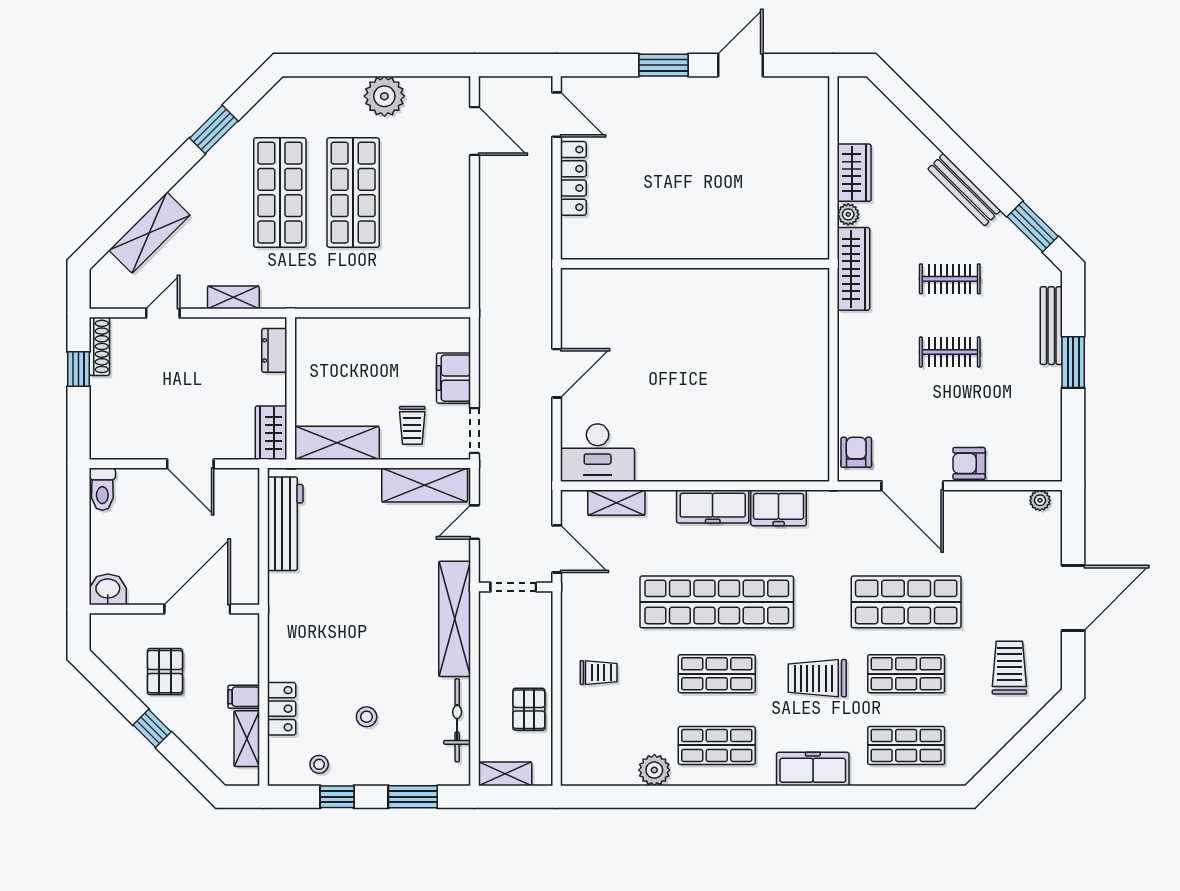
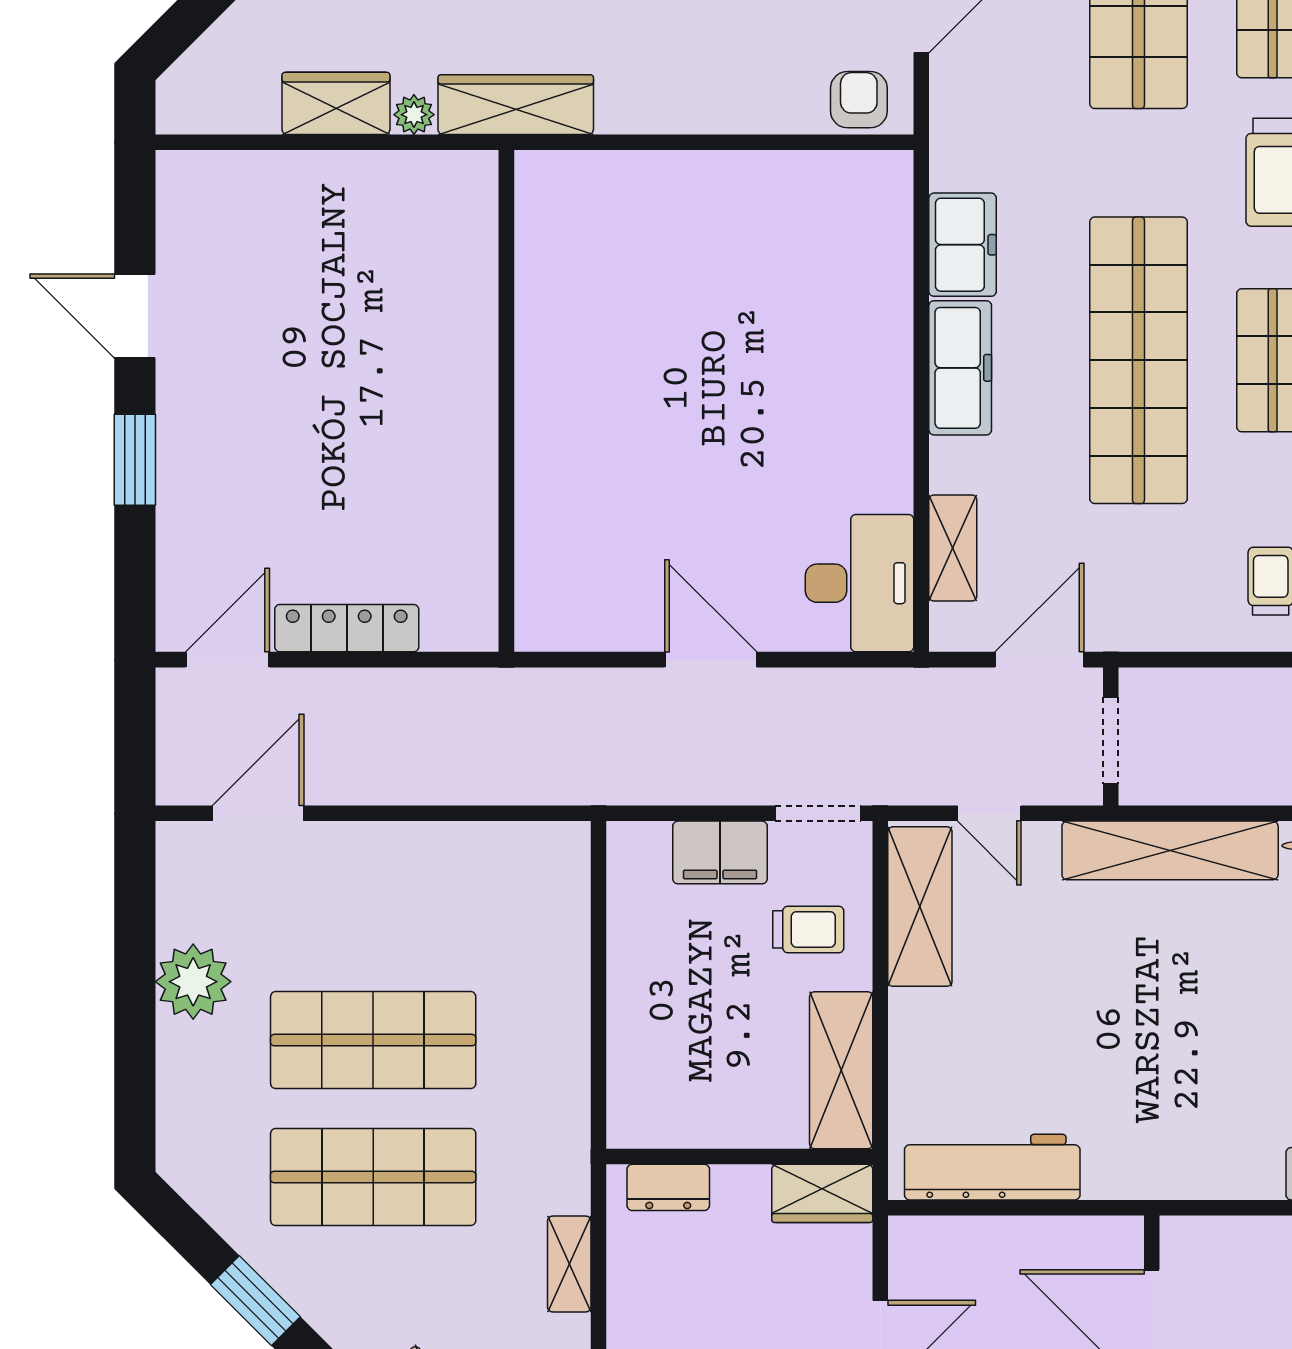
armchair: (856, 452) -> (859, 100), turned 90

